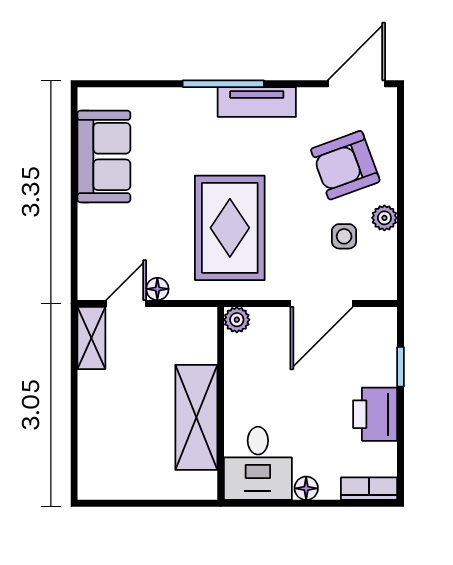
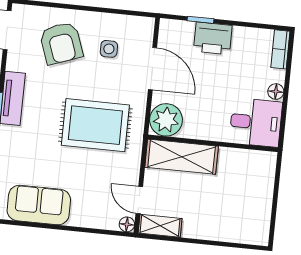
plant: (384, 218) -> (99, 20), removed
floor lamp: (157, 289) -> (127, 224), moved
plant: (237, 320) -> (166, 120), width x1.88, depth x1.88
printer: (375, 414) -> (213, 38), moved
shelving: (196, 417) -> (182, 157), moved

